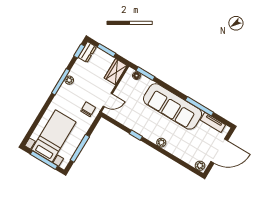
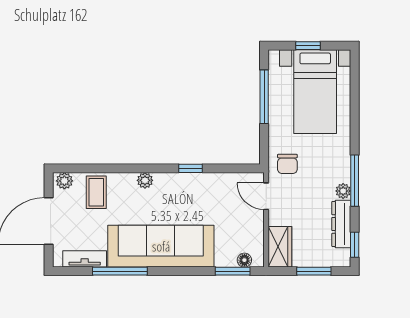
dresser: (87, 52) -> (341, 224), moved, width x1.44
door: (108, 100) -> (266, 196), hinge flipped
coffee table: (188, 151) -> (96, 192), added
window: (44, 160) -> (308, 46), width x0.46

